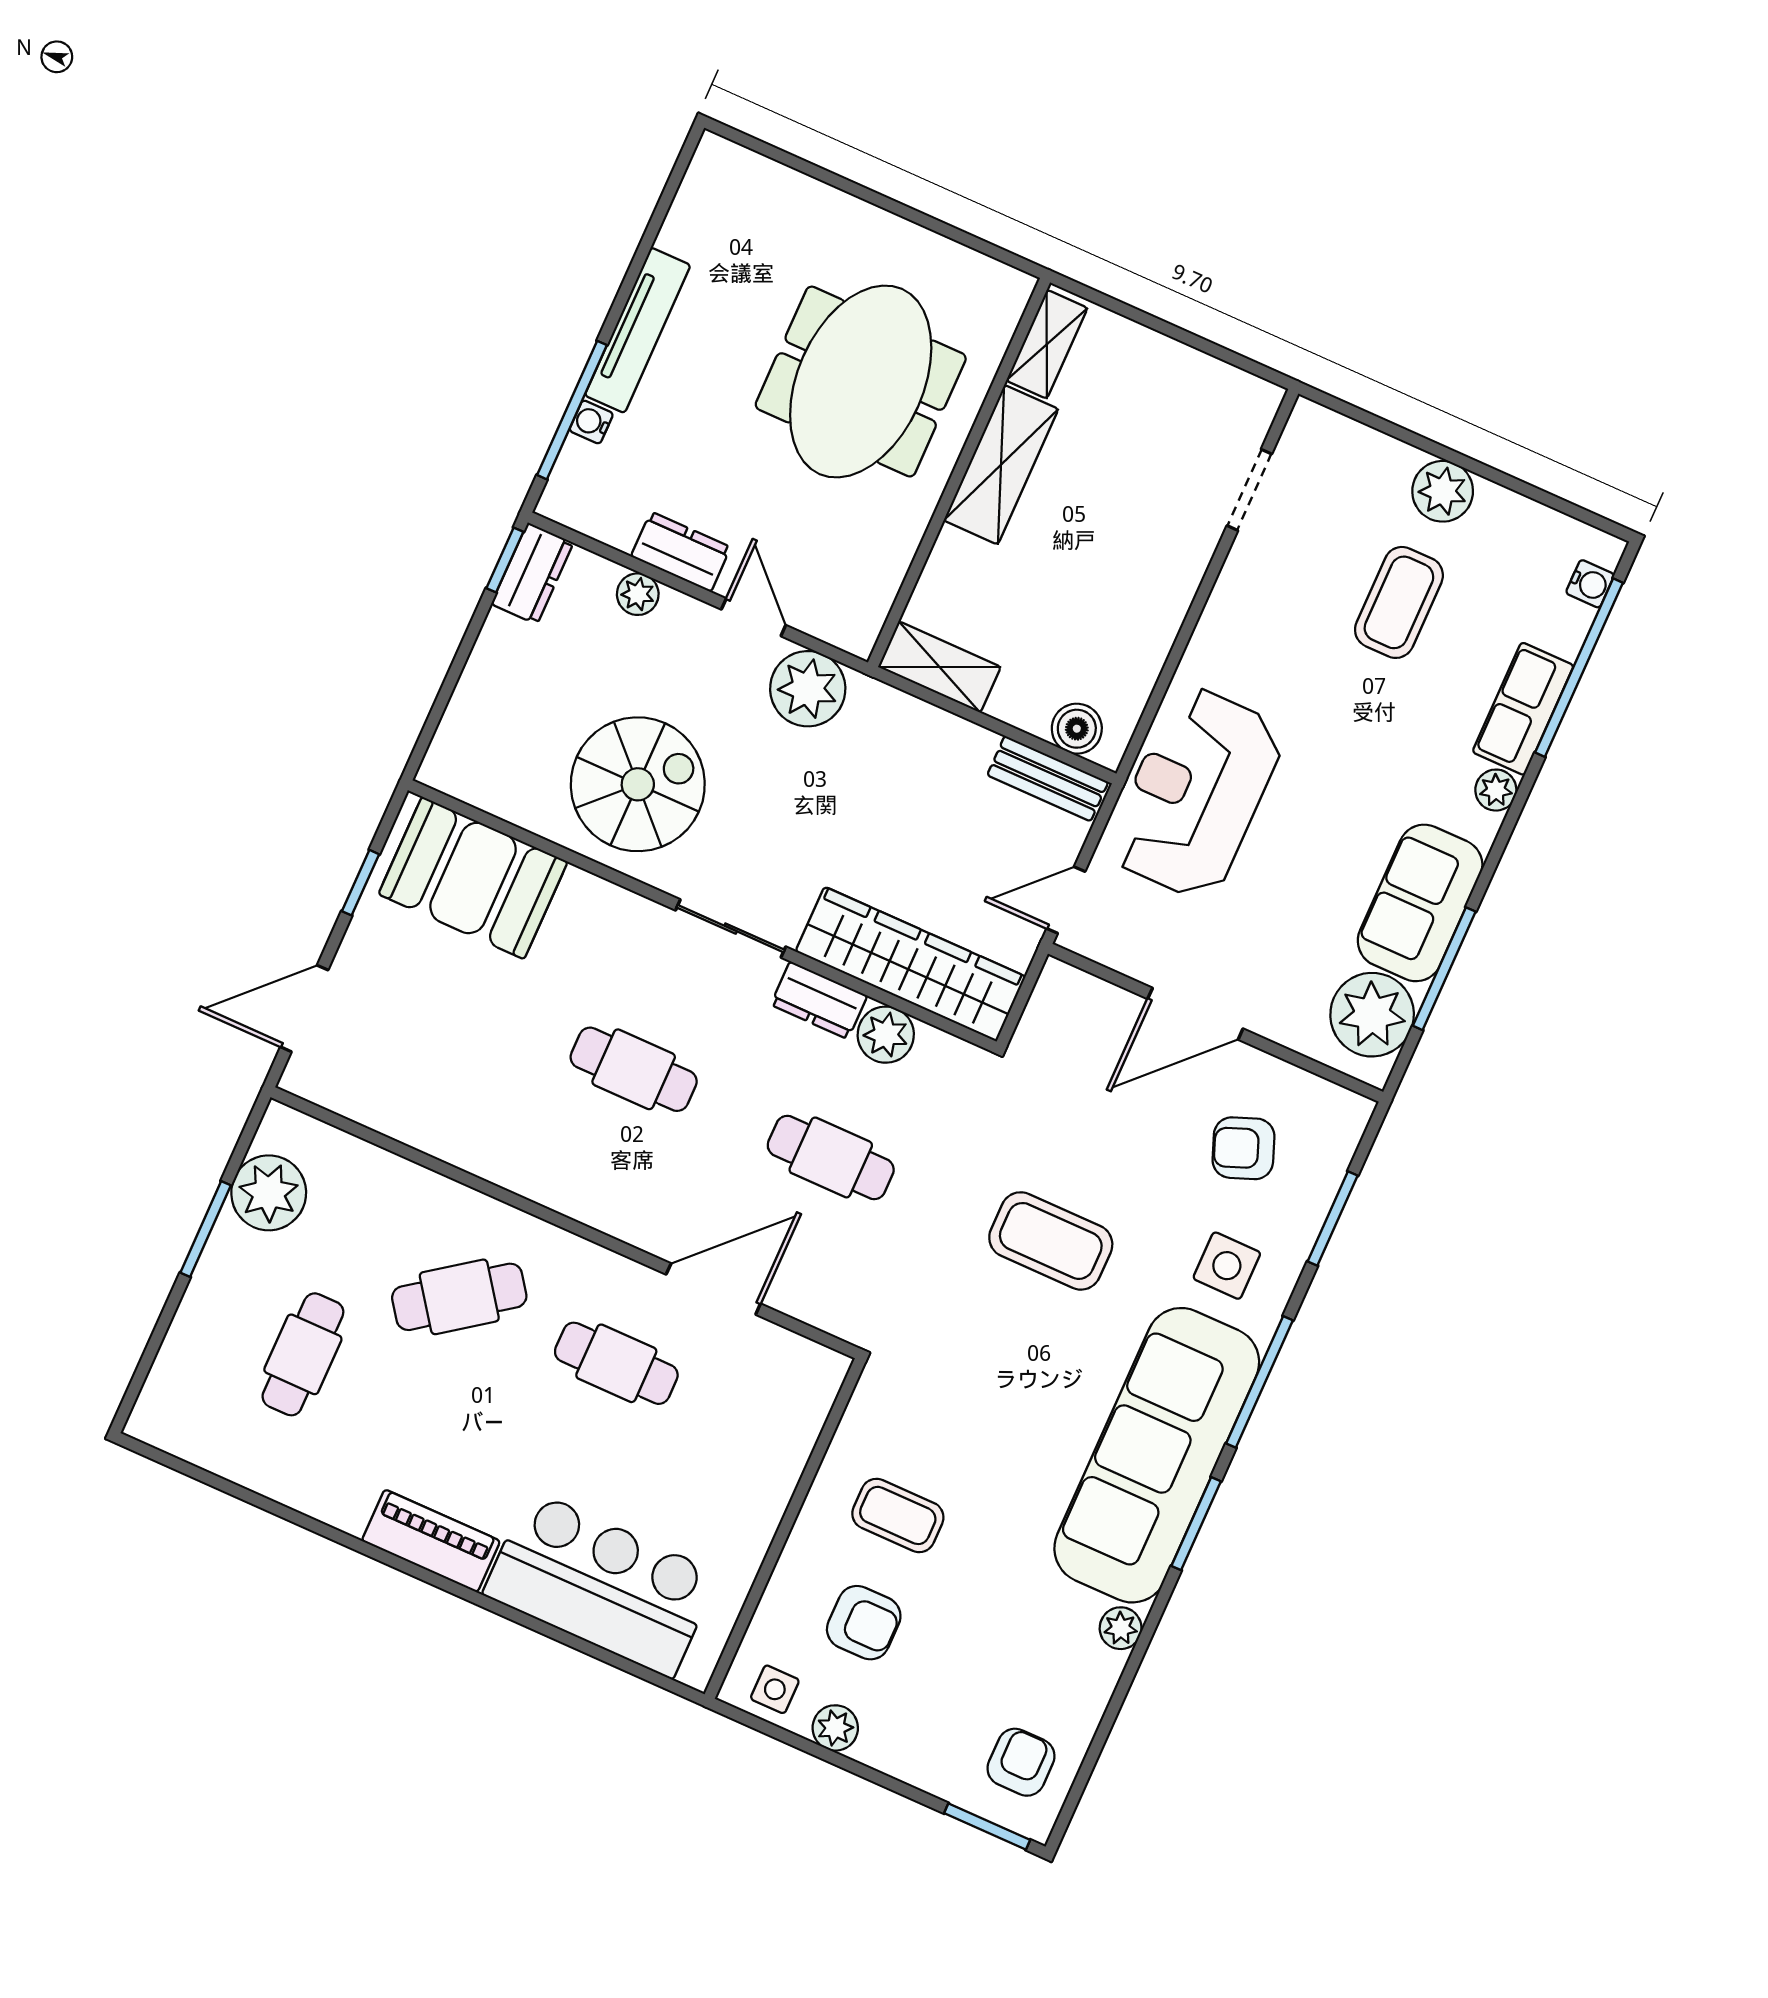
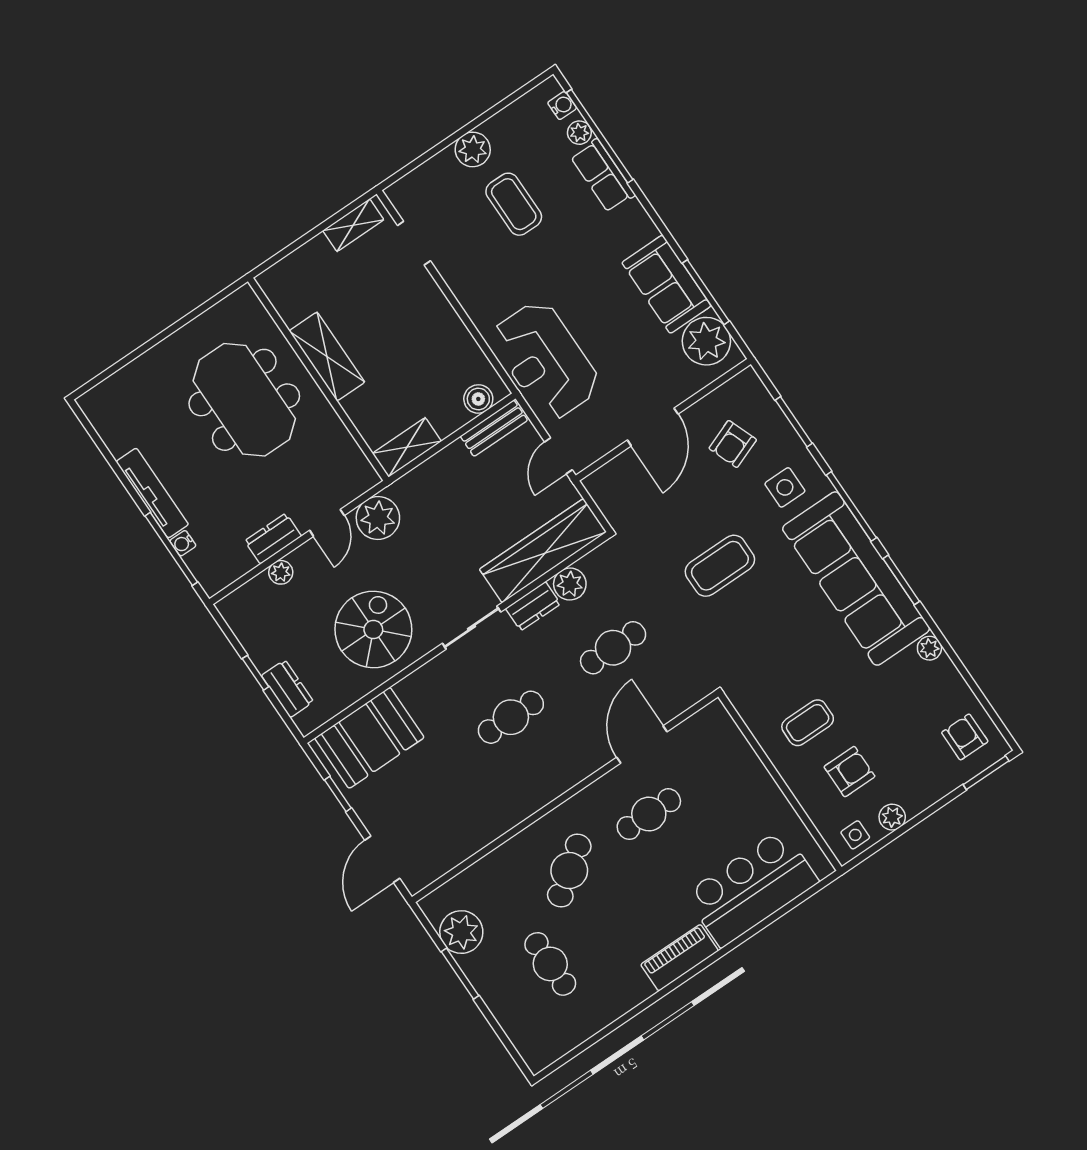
shelving: (1047, 344) -> (353, 225), moved, turned 90
window: (505, 560) -> (255, 673), moved
dresser: (532, 573) -> (287, 689), moved
door: (754, 617) -> (327, 523), swing flipped
plant: (1496, 790) -> (579, 133), moved

